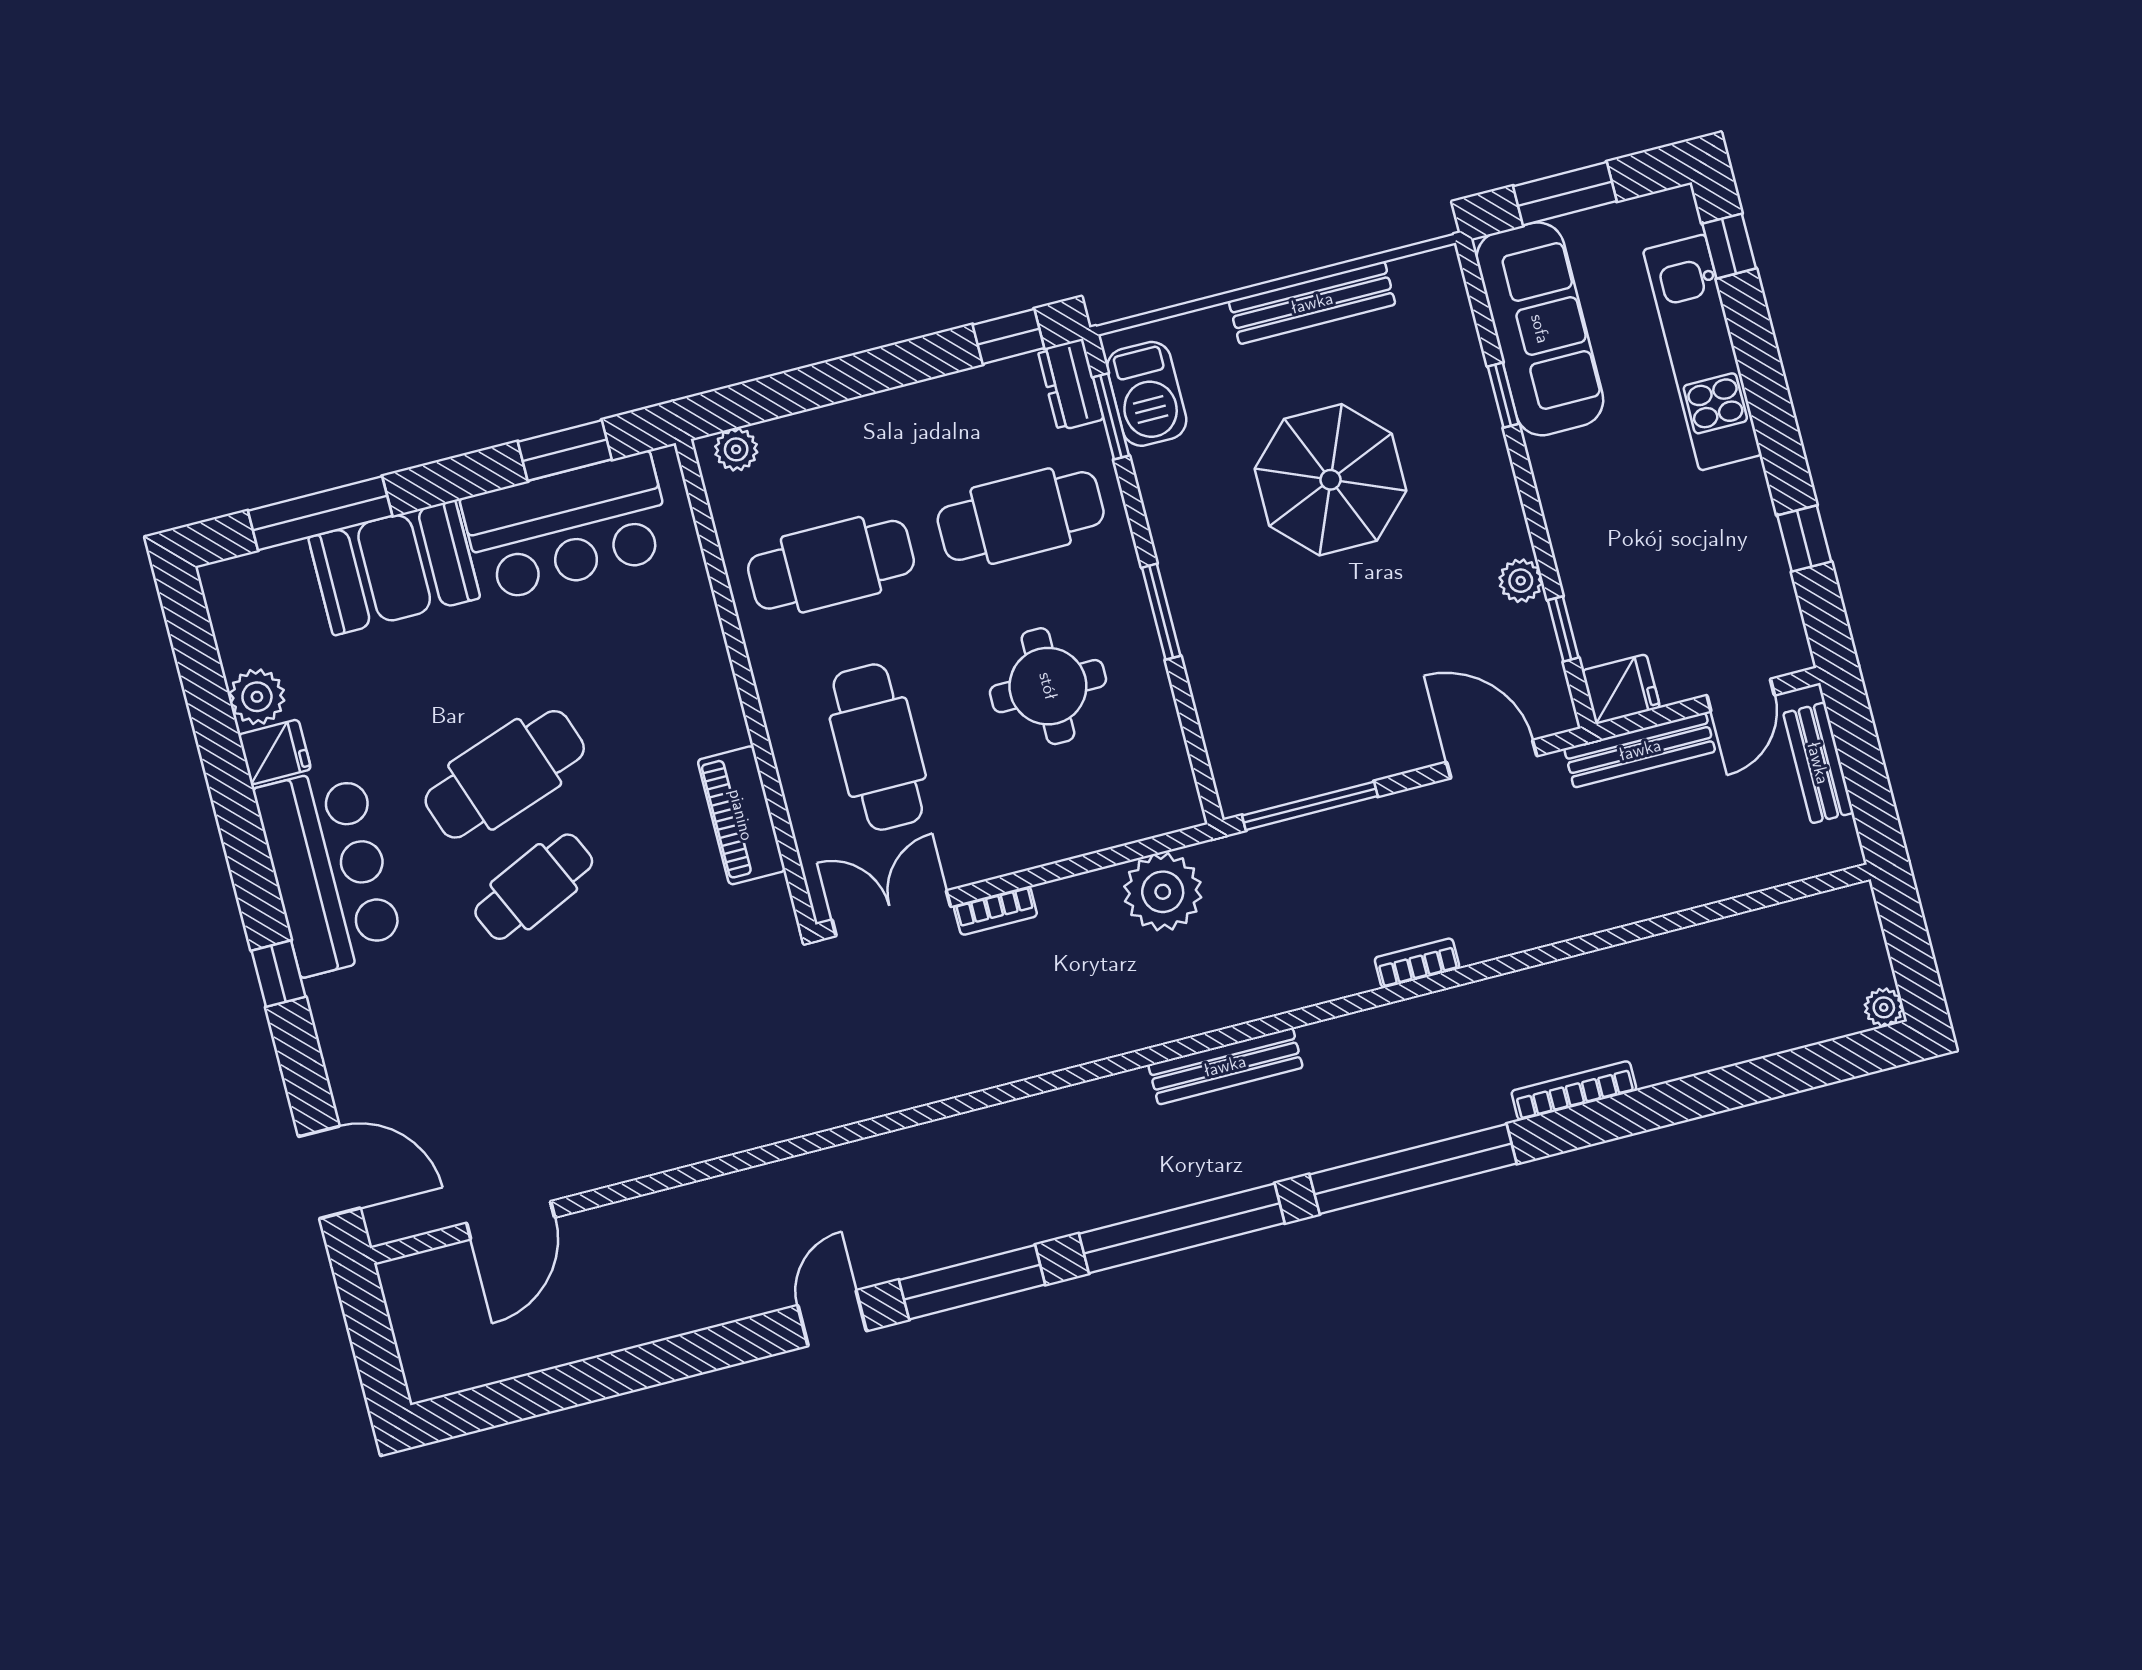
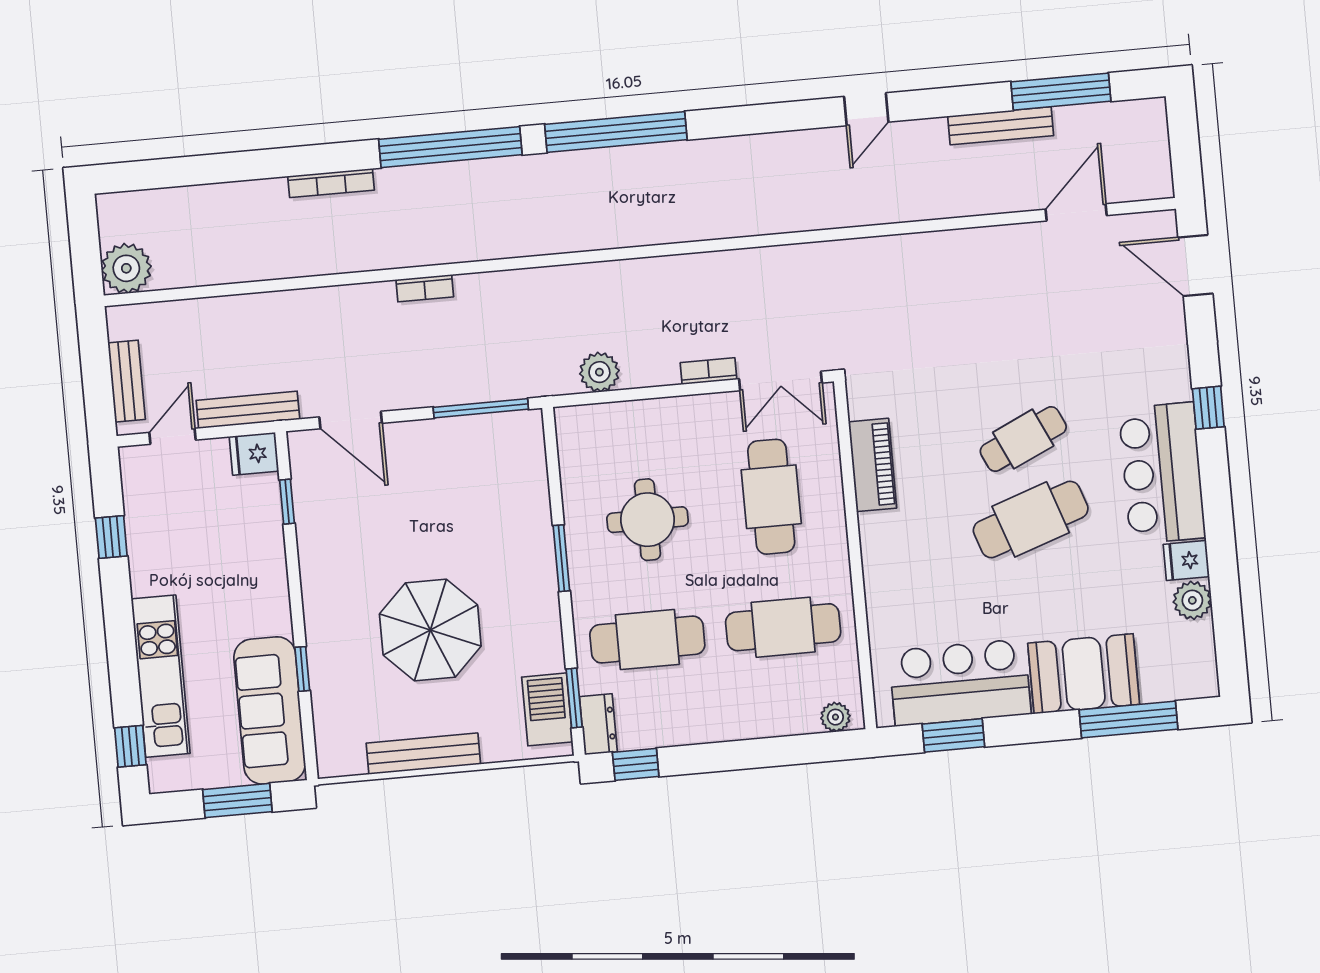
plant: (1521, 581) -> (311, 539), removed
plant: (1163, 892) -> (599, 372), width x0.73, depth x0.73
plant: (1884, 1007) -> (126, 268), moved, width x1.88, depth x1.88
bench: (1225, 1066) -> (1001, 126), moved
window: (972, 1282) -> (1061, 92), moved

